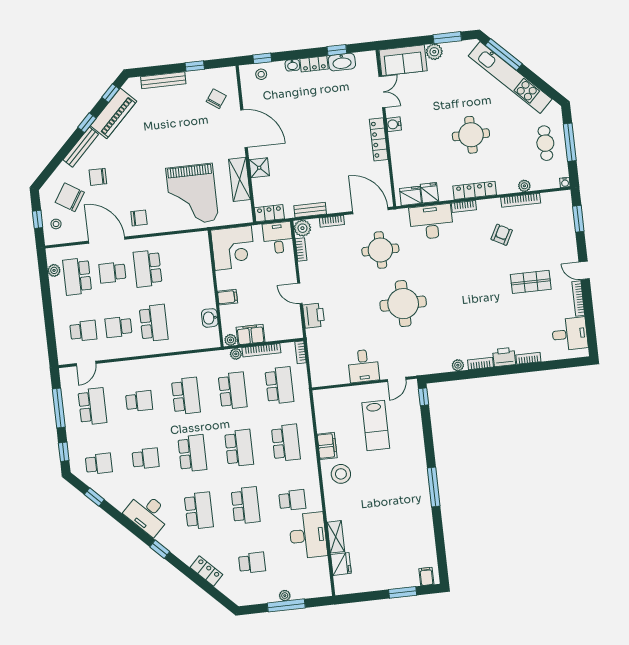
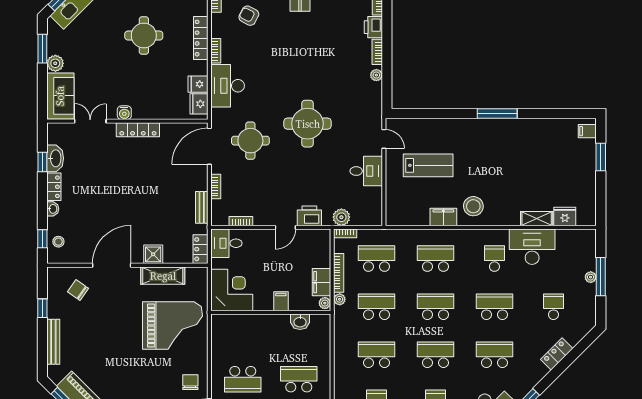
plant: (302, 228) -> (341, 217), moved
window: (423, 397) -> (404, 114), removed

